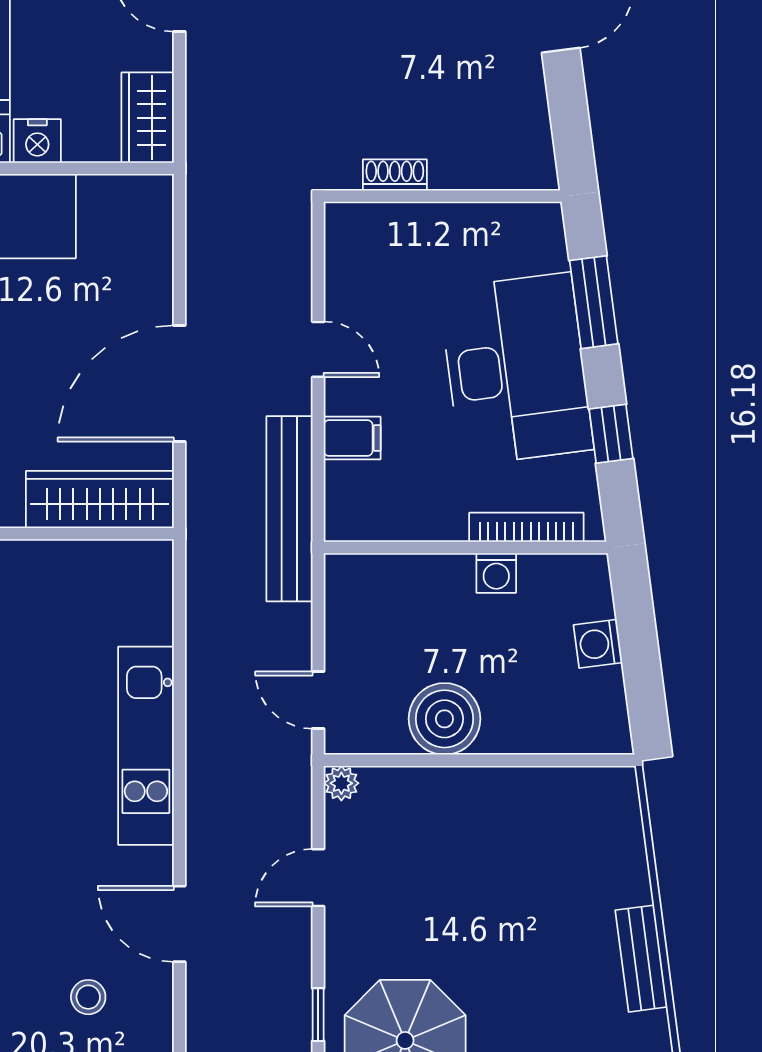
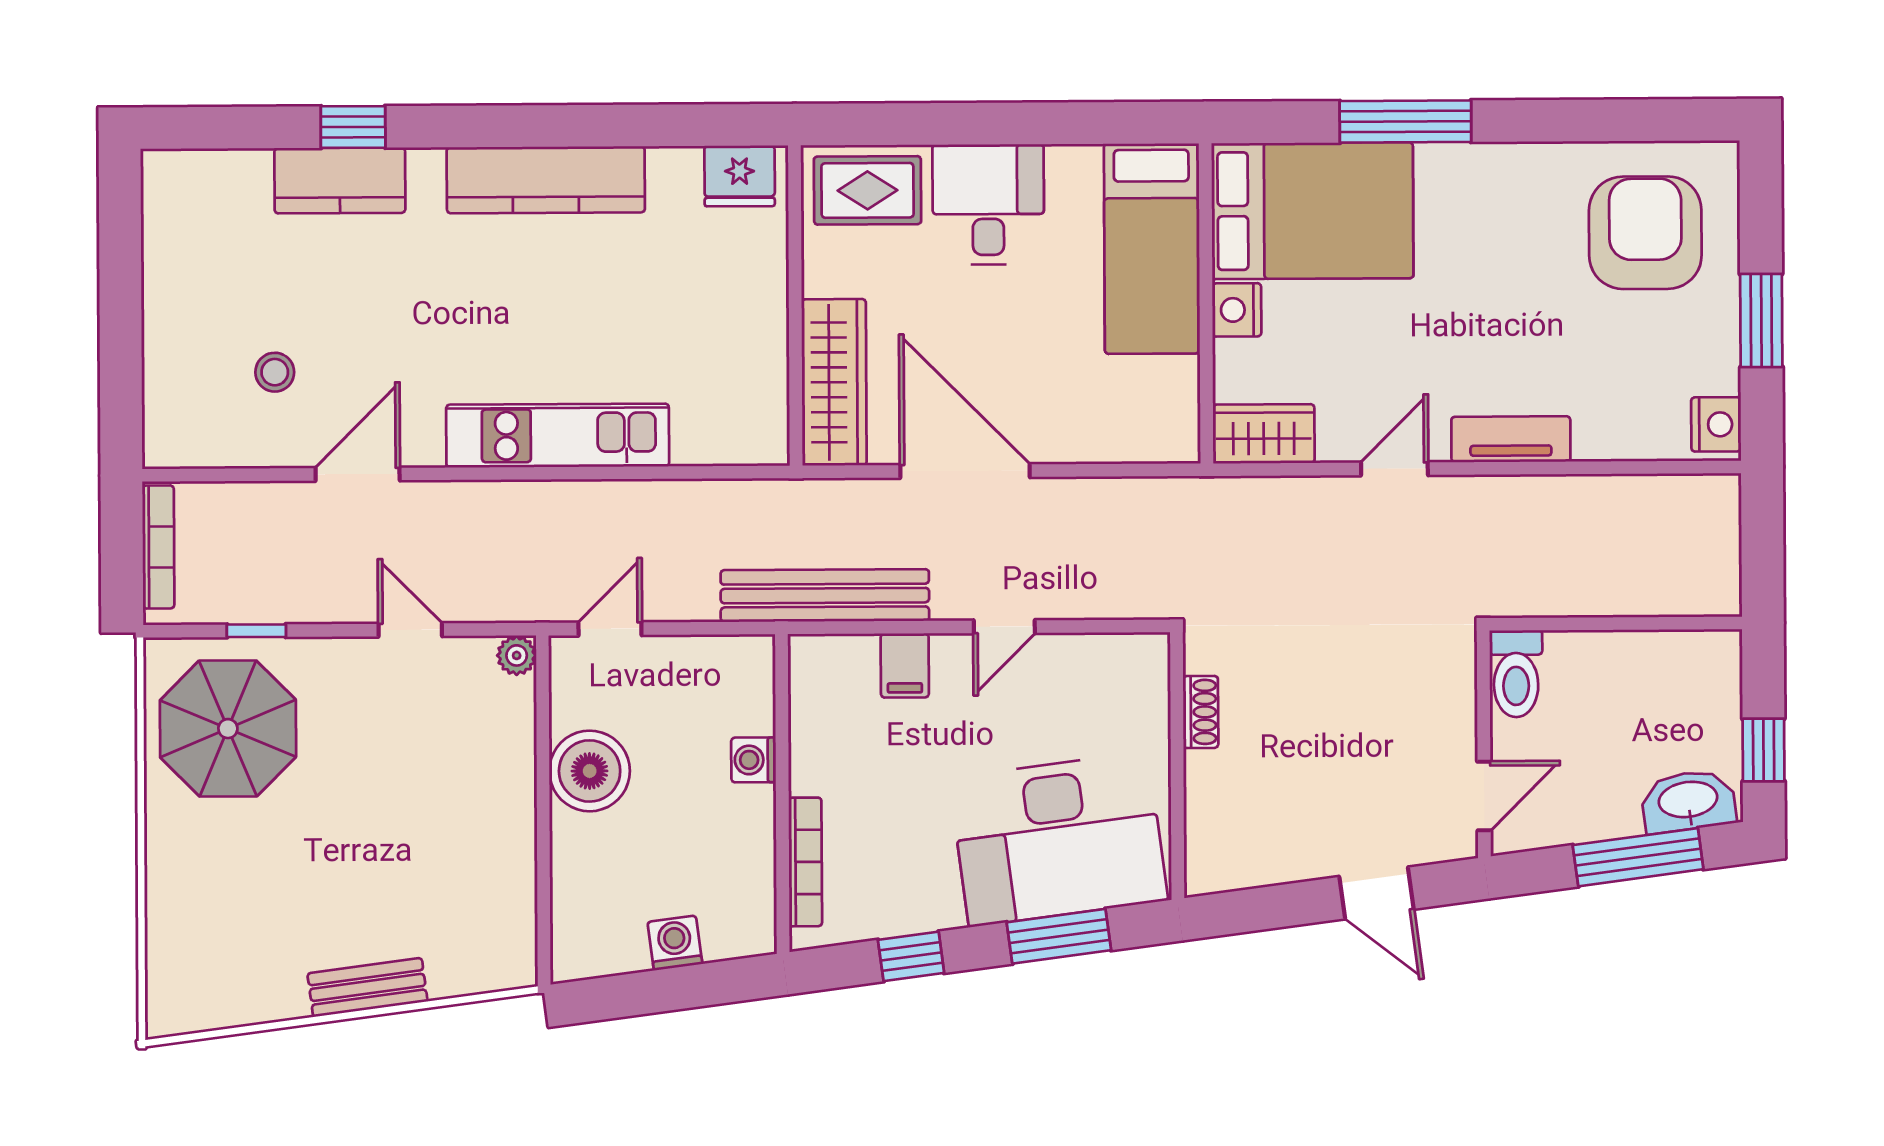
desk: (516, 369) -> (1058, 839), moved
washing machine: (496, 573) -> (754, 760), moved
bench: (641, 959) -> (367, 987), moved

